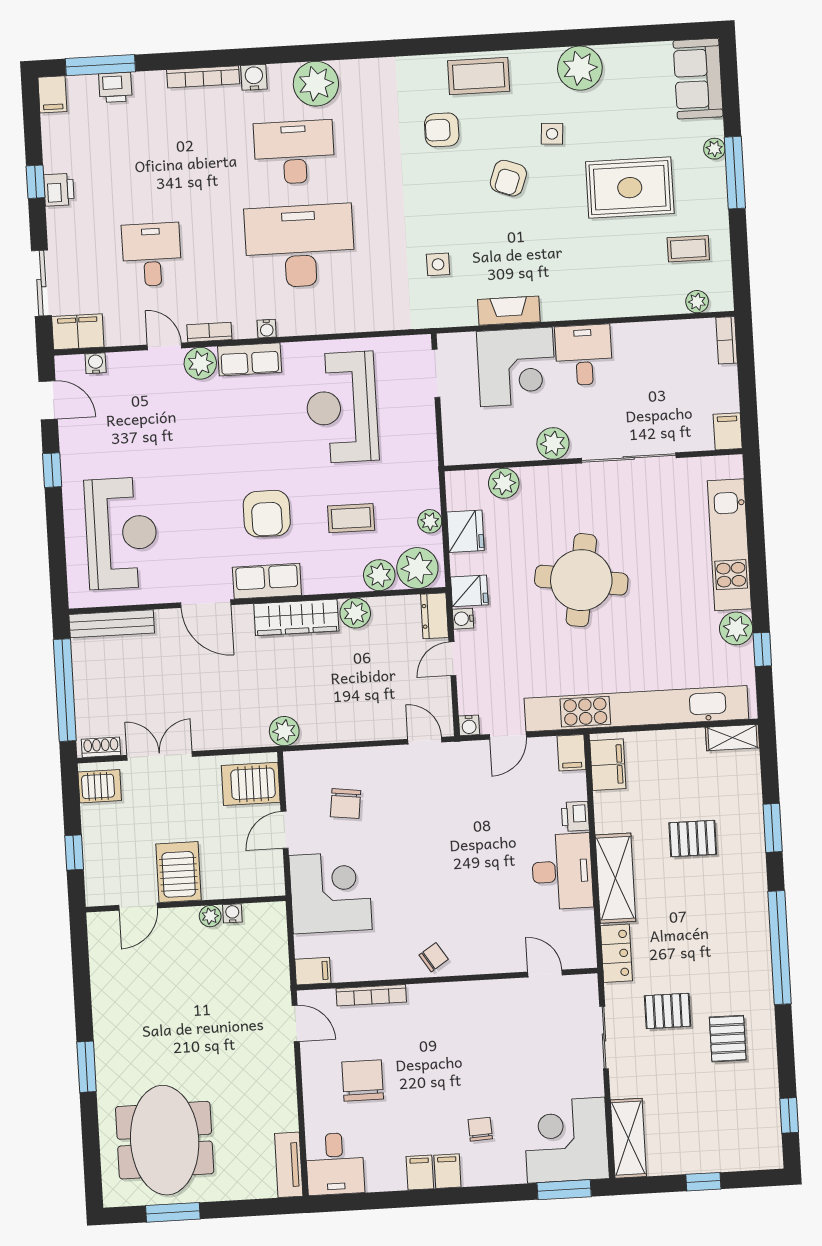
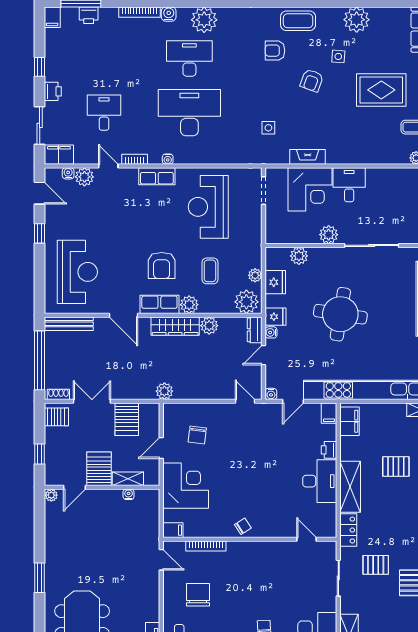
printer: (59, 190) -> (53, 91), moved
plant: (200, 363) -> (84, 177), moved
coffee table: (351, 518) -> (210, 271), turned 90
plant: (379, 575) -> (189, 305), moved
server rack: (251, 784) -> (127, 419), moved, turned -90
shelving: (230, 887) -> (128, 479), added
plant: (210, 916) -> (51, 495), moved

